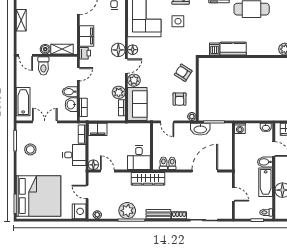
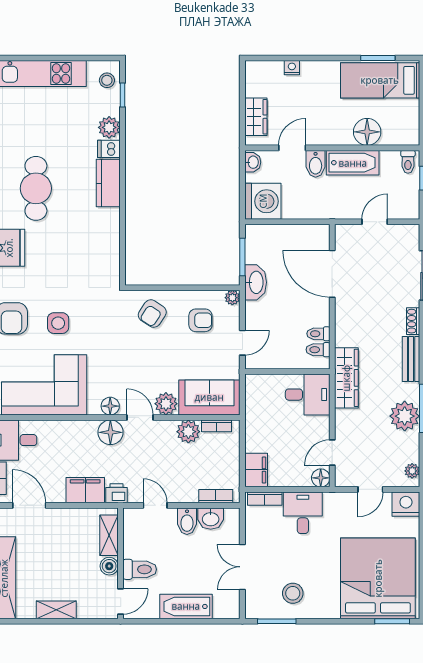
dishwasher: (214, 49) -> (109, 149), moved
kitchen counter: (233, 49) -> (108, 183), moved
bathtub: (23, 102) -> (186, 606), moved
washing machine: (240, 128) -> (263, 201), width x1.89, depth x1.89

